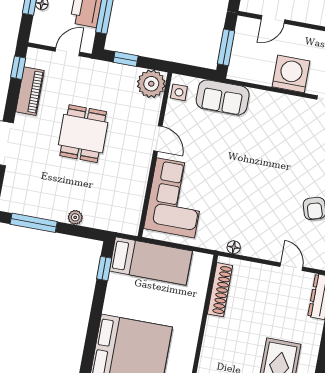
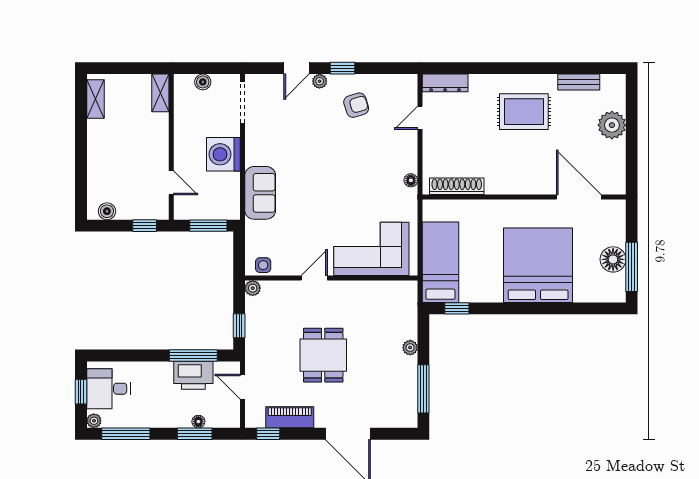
plant: (151, 84) -> (253, 288), width x0.53, depth x0.53
sofa: (223, 97) -> (260, 193), moved
dining table: (83, 134) -> (323, 355), turned 90

